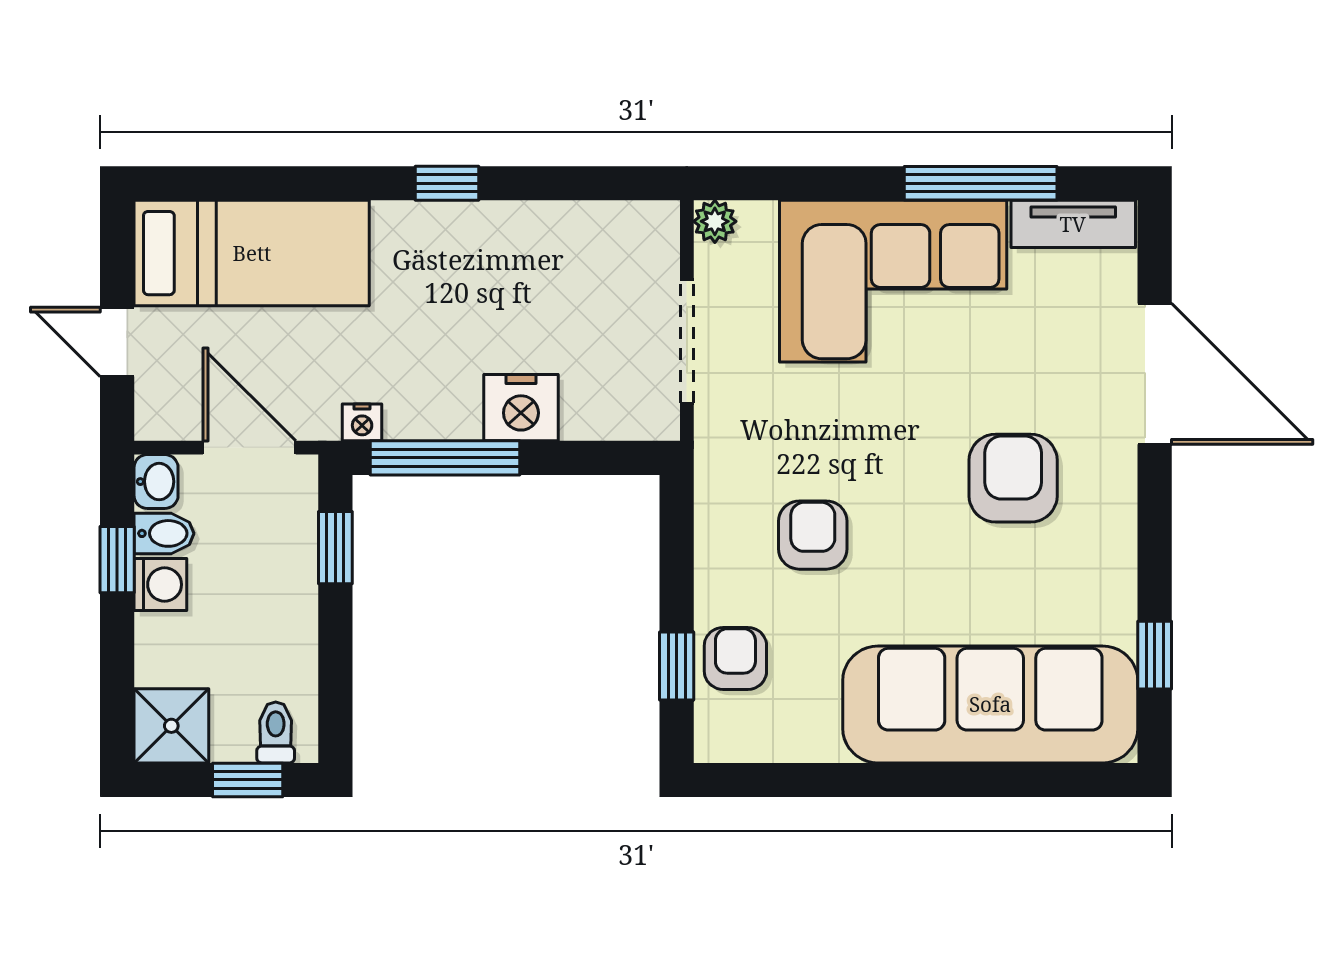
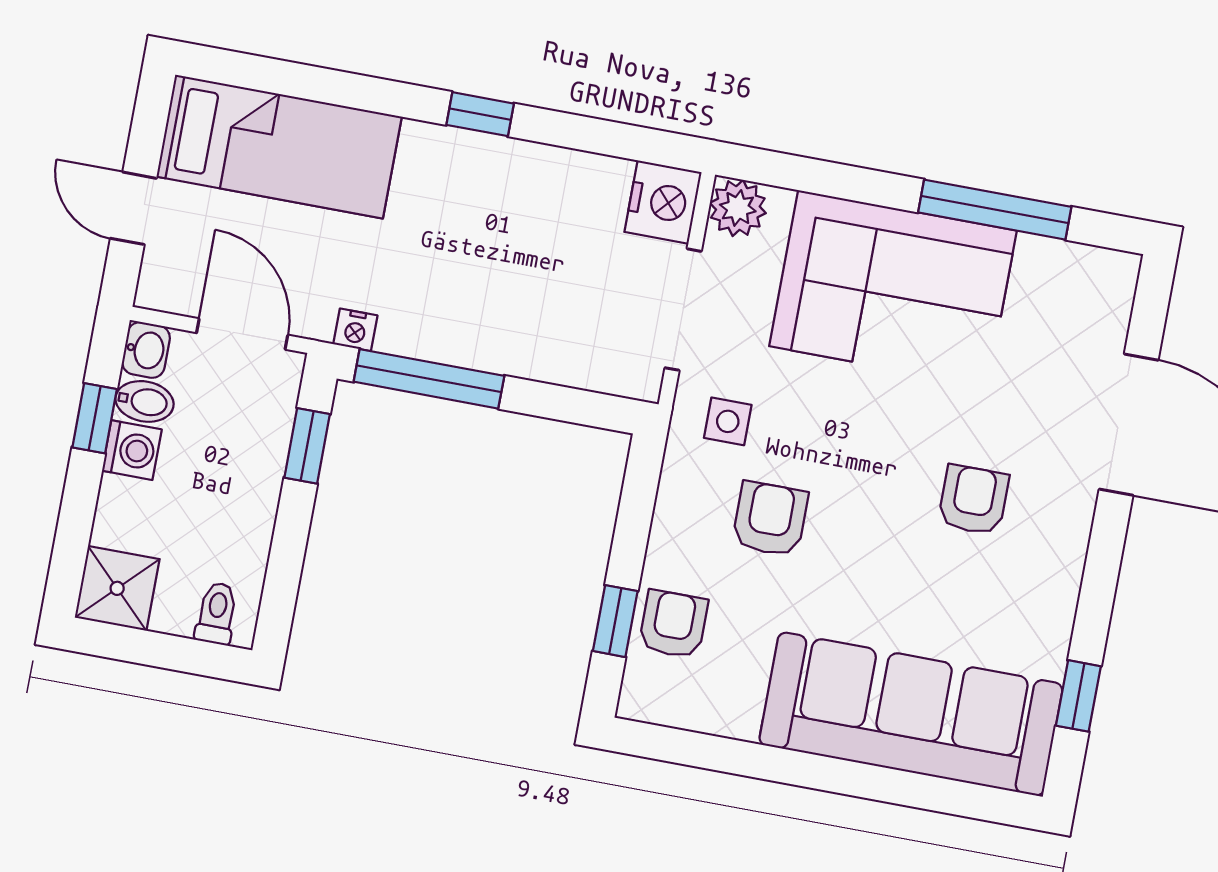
plant: (715, 221) -> (738, 208), width x1.38, depth x1.38
tv unit: (1073, 224) -> (1077, 265), removed
nightstand: (521, 408) -> (663, 202), moved, turned -90
side table: (752, 445) -> (728, 421), added
armchair: (1013, 478) -> (973, 500), width x0.72, depth x0.72
window: (248, 780) -> (181, 654), removed

